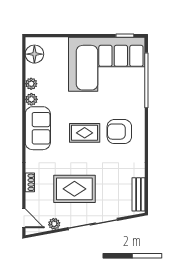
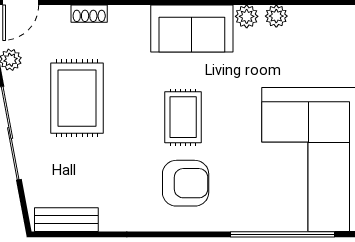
floor lamp: (34, 54) -> (332, 22), removed
armchair: (119, 132) -> (186, 183), turned 90

